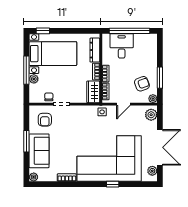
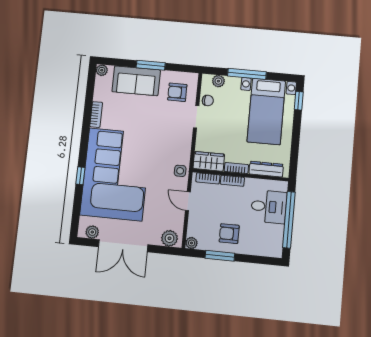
plant: (34, 79) -> (218, 81), moved
armchair: (142, 84) -> (229, 234), moved, turned 110

